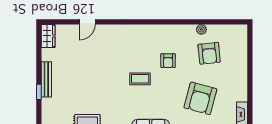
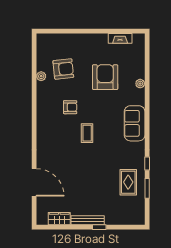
door: (87, 22) -> (34, 182), width x1.87
wardrobe: (48, 36) -> (59, 219), moved
armchair: (200, 98) -> (105, 77), turned -105

